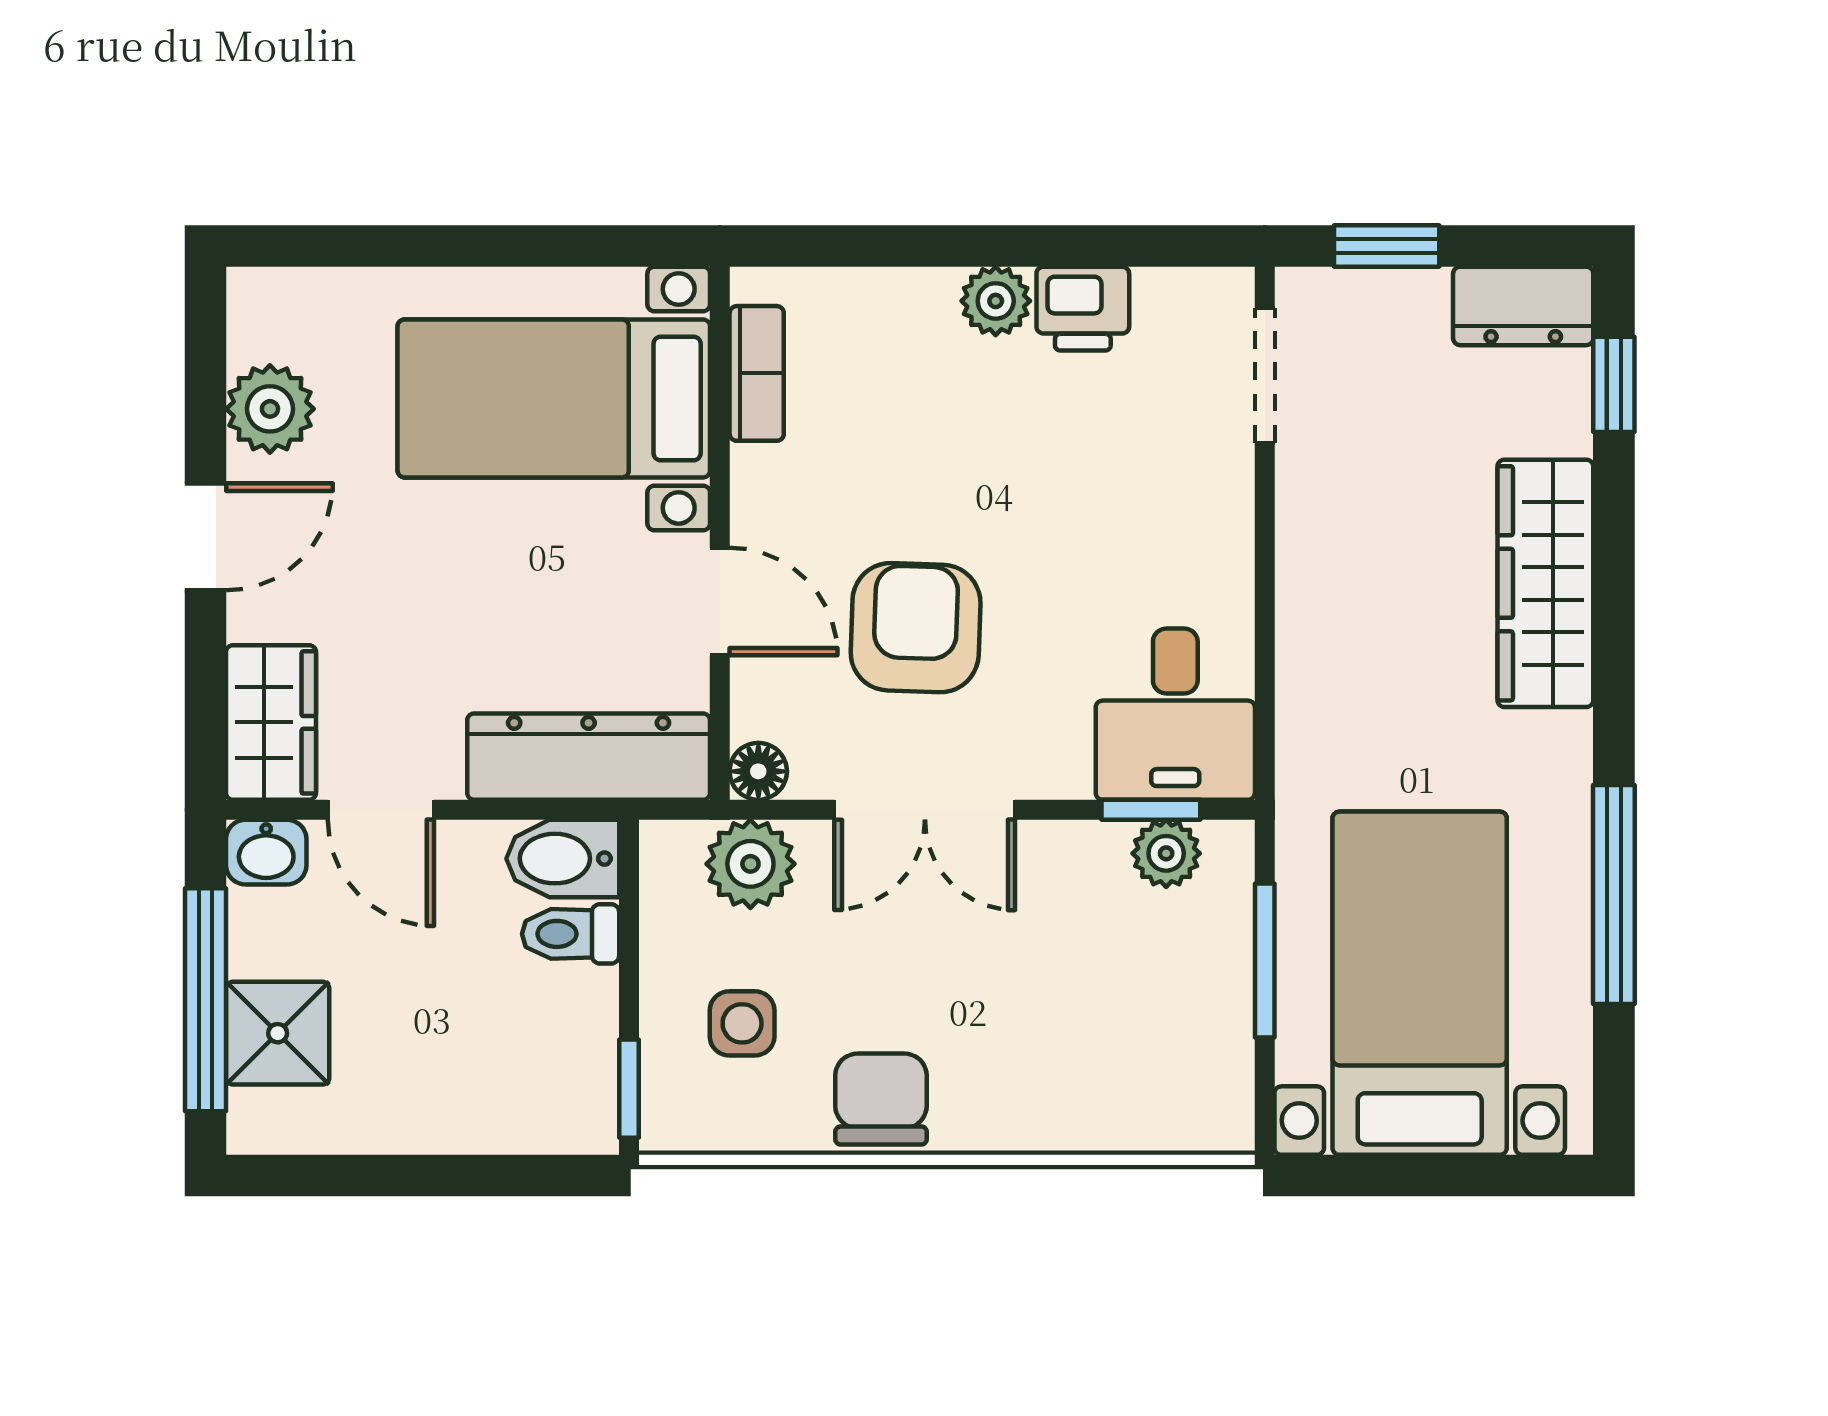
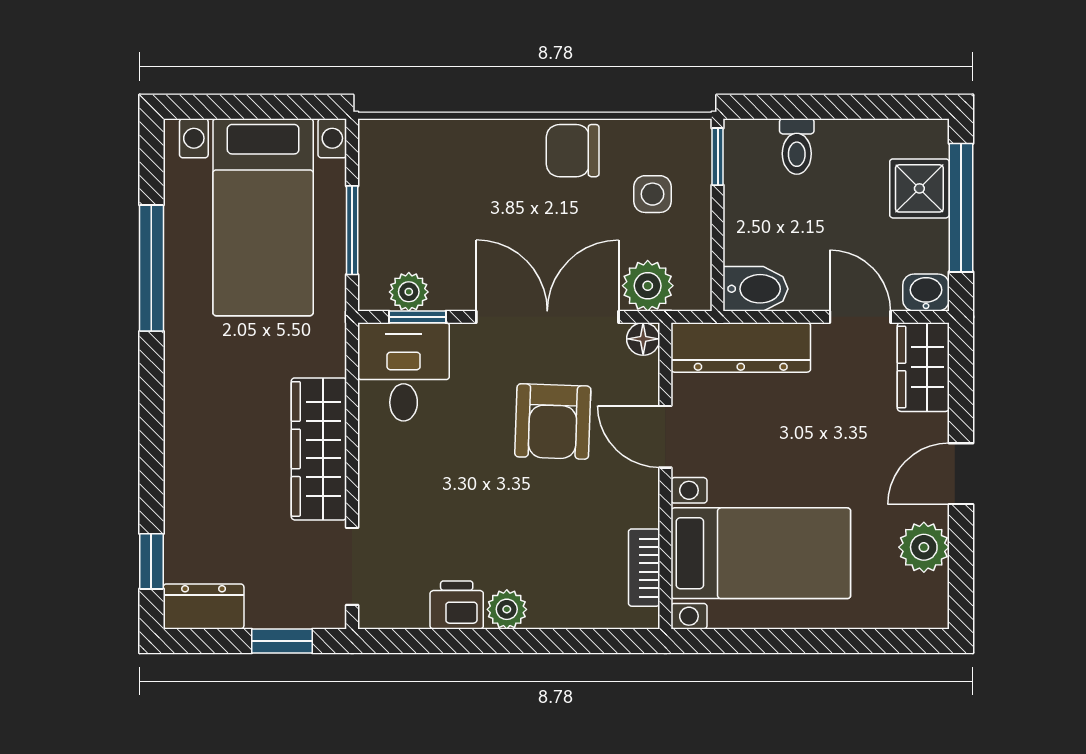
wardrobe: (1545, 583) -> (319, 449), moved, turned 180
double door: (925, 810) -> (547, 317), width x1.37
toilet: (571, 934) -> (797, 146), moved, turned 90
chair: (881, 1099) -> (573, 151), turned 90

